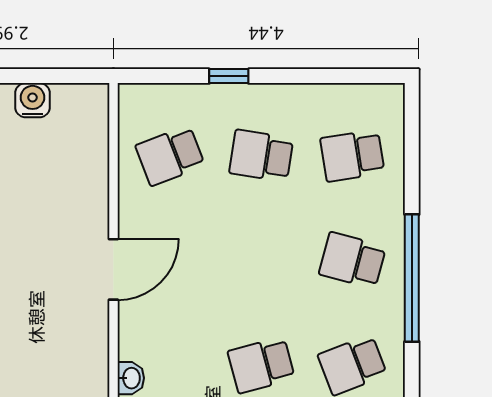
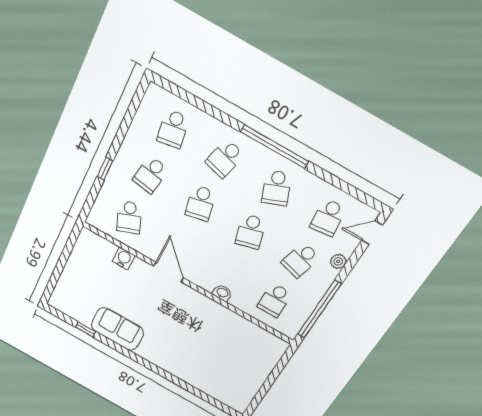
water cooler: (33, 100) -> (124, 258), moved, turned 90
school desk: (261, 260) -> (201, 203), added
window: (412, 278) -> (275, 147), moved

